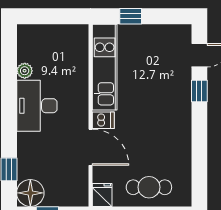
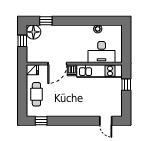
window: (199, 91) -> (41, 121), moved
desk: (37, 106) -> (102, 52), moved, turned 180

